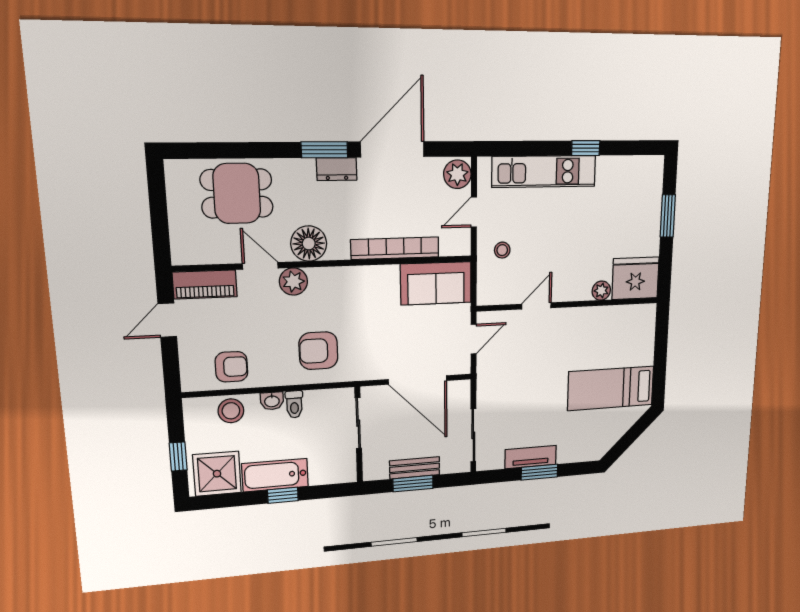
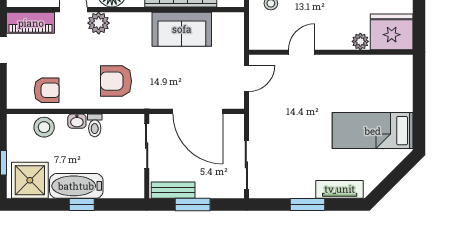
sofa: (436, 283) -> (182, 29), moved
tv unit: (531, 457) -> (340, 189), moved
bench: (415, 468) -> (173, 190), moved

